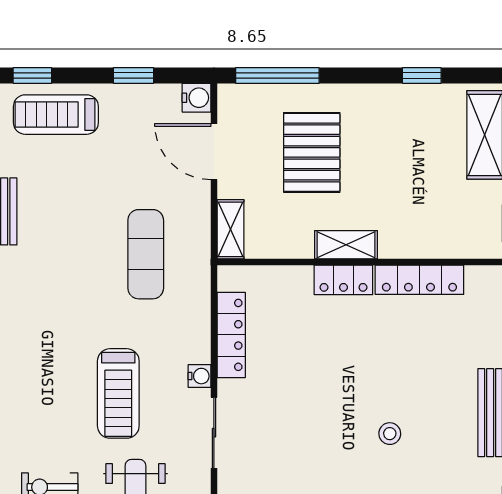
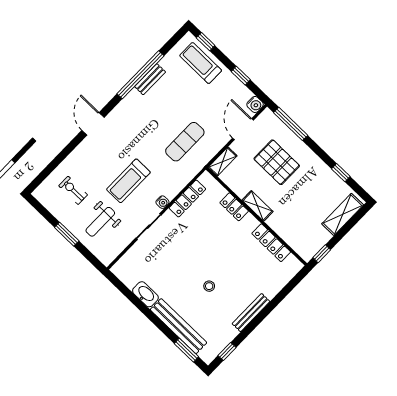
pallet: (312, 152) -> (277, 162), turned 90
locker: (343, 280) -> (234, 207), moved

